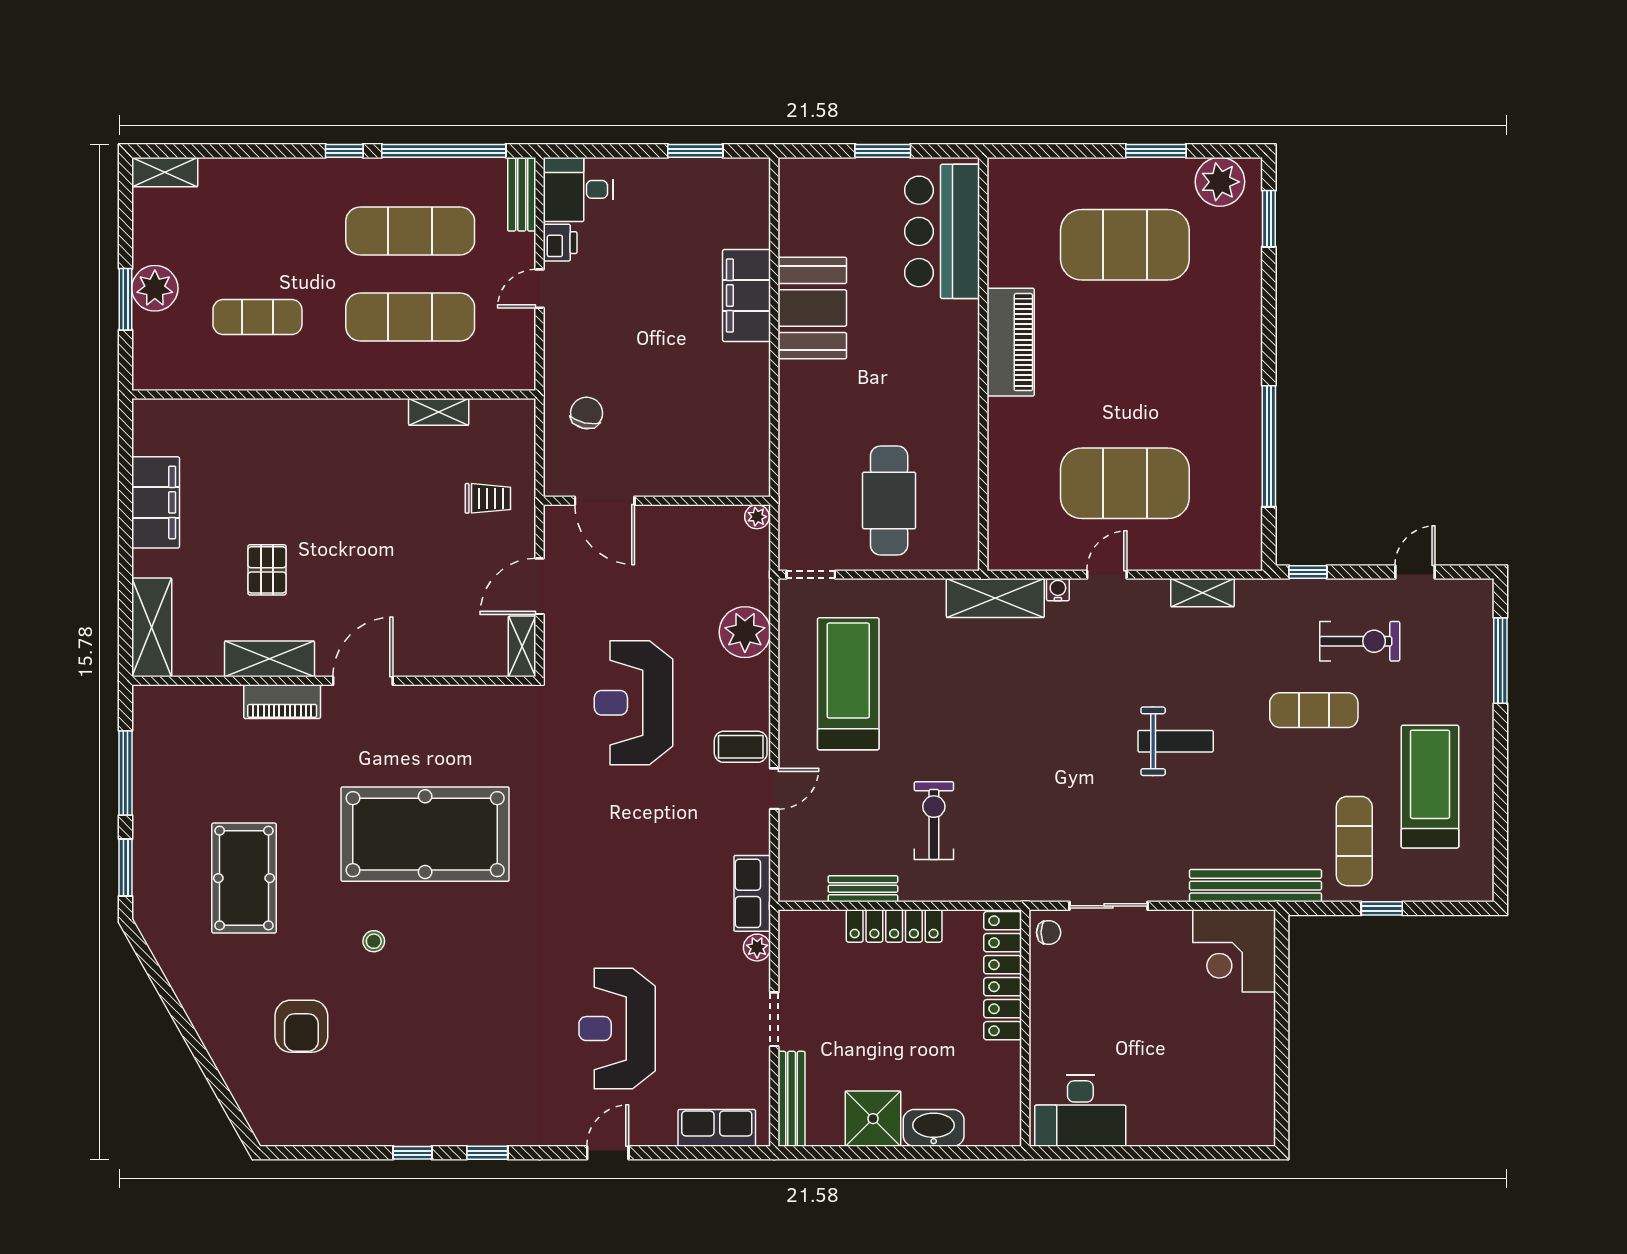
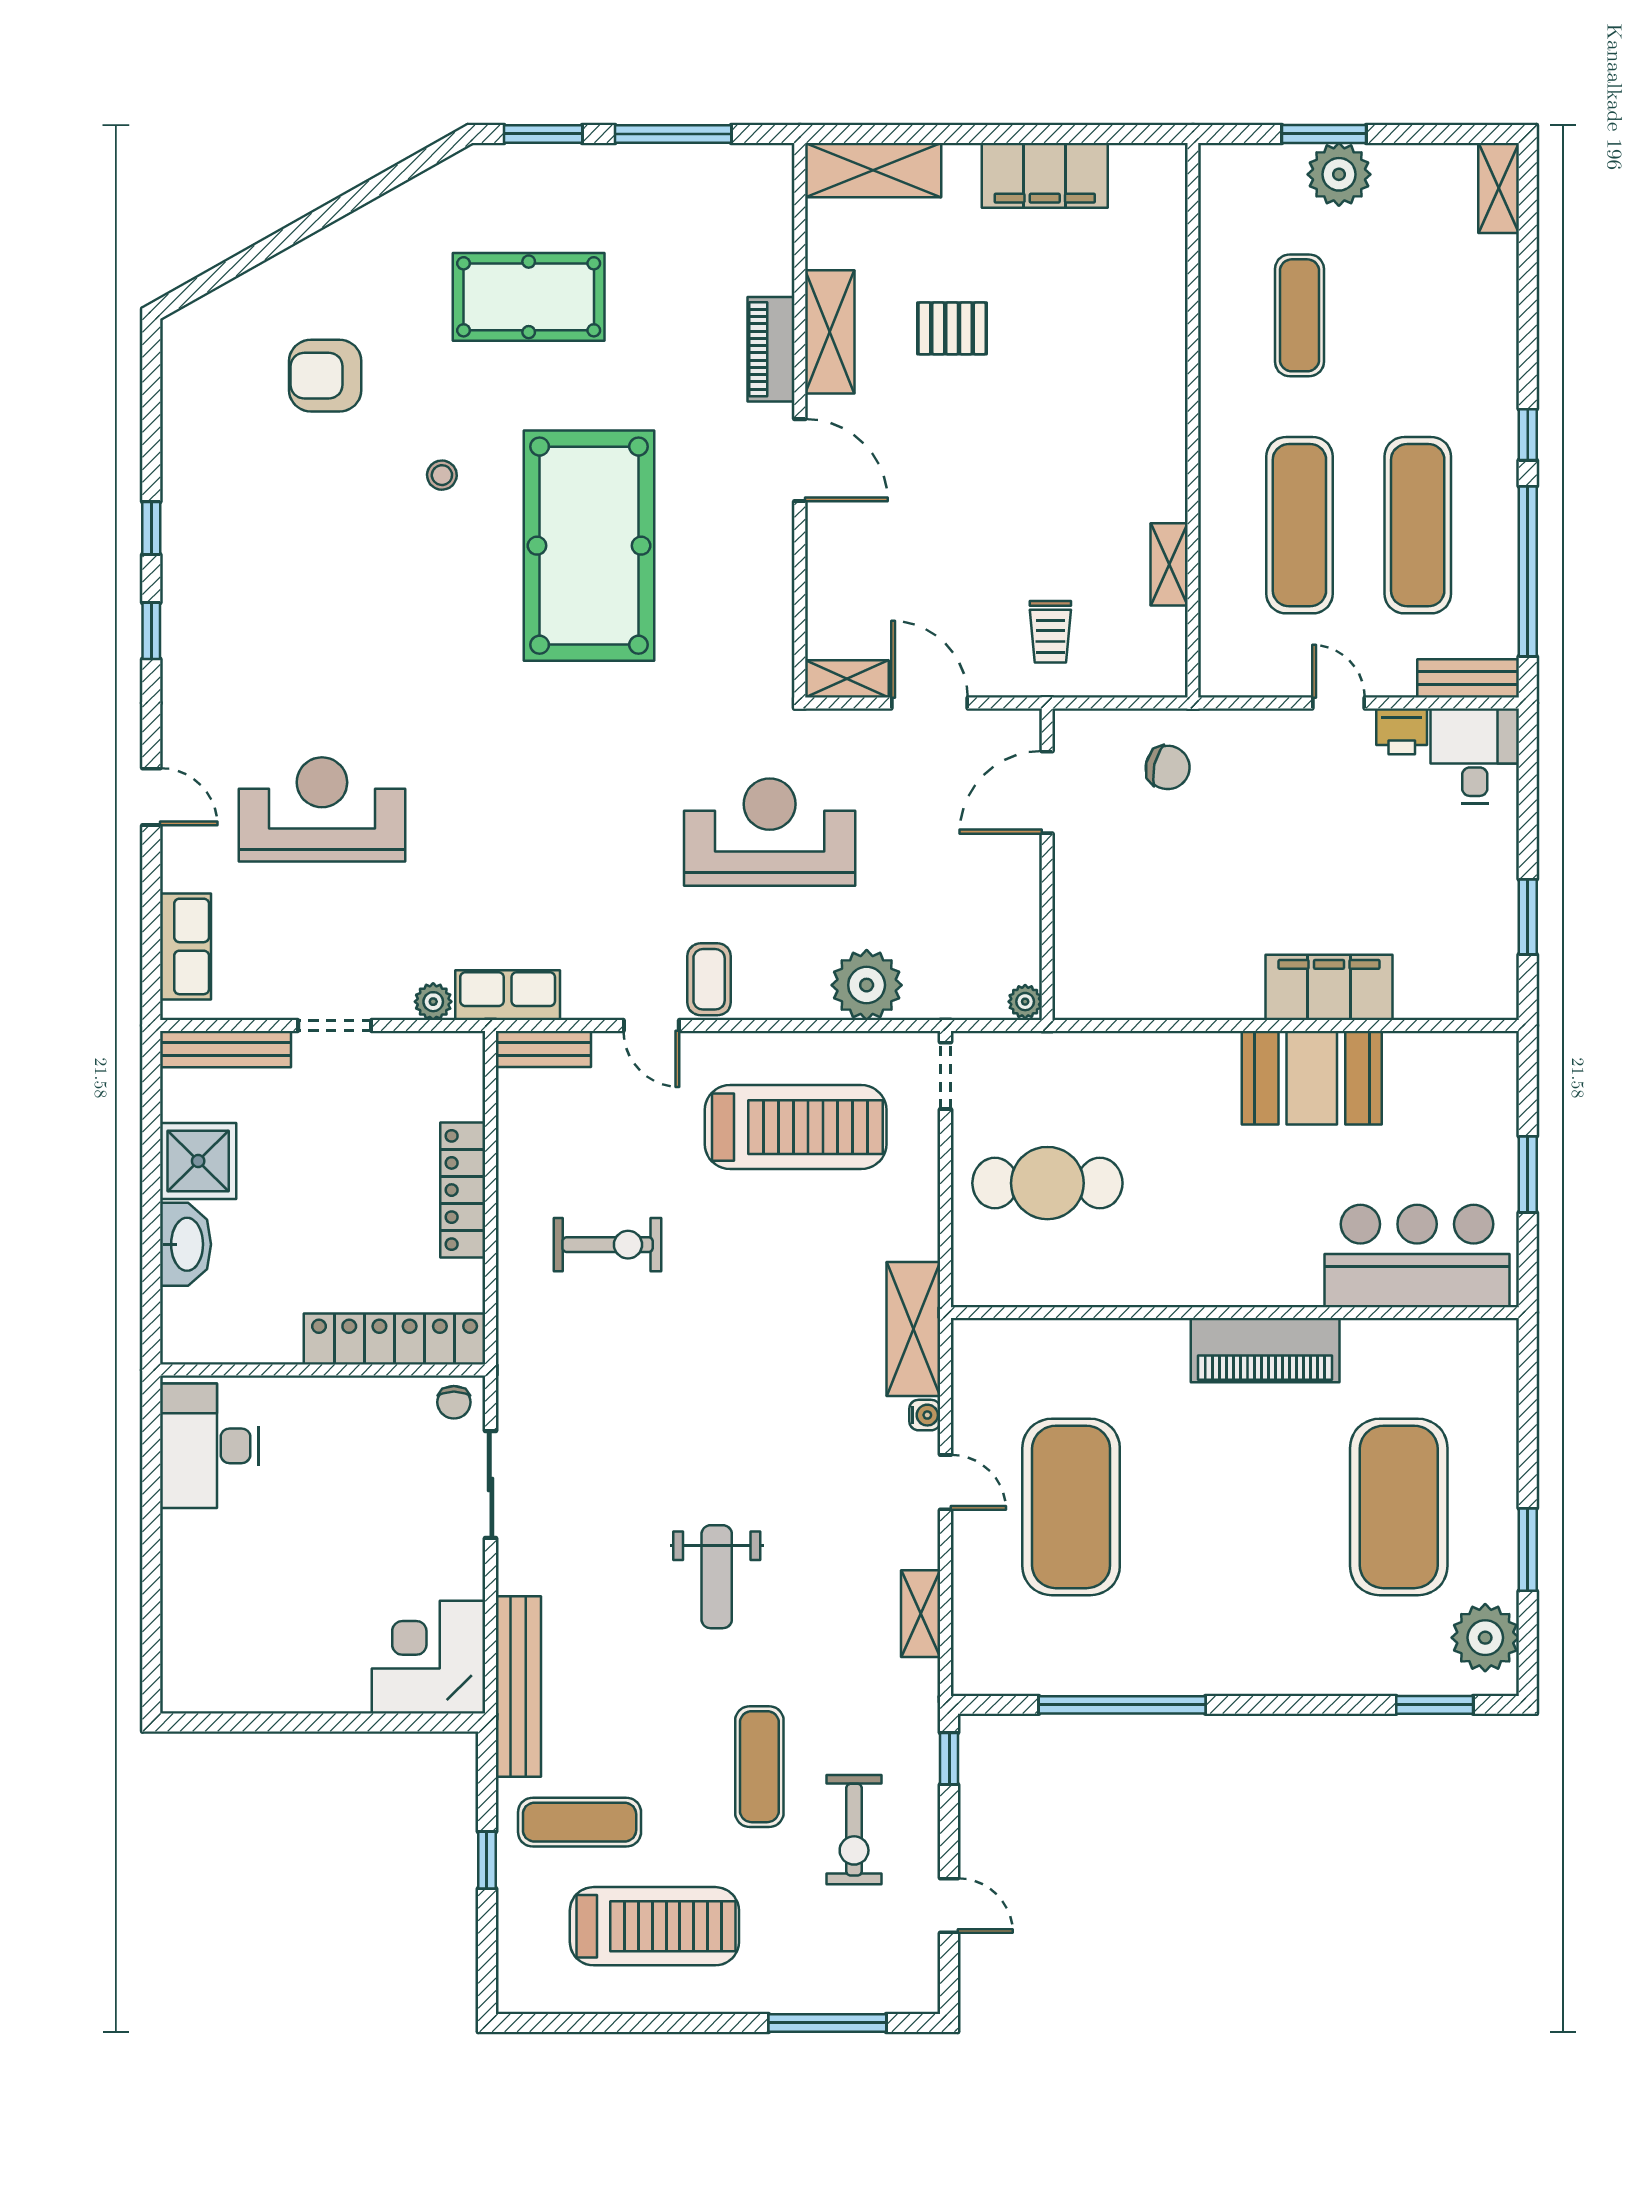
bench: (863, 889) -> (543, 1049), moved, turned 90

